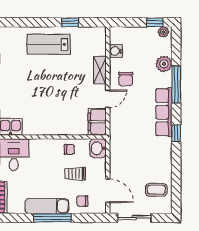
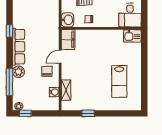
lab bench: (48, 44) -> (119, 81), moved, turned 90
plant: (164, 64) -> (18, 72), moved
shelving: (100, 70) -> (66, 90), moved
window: (176, 84) -> (9, 82), moved

